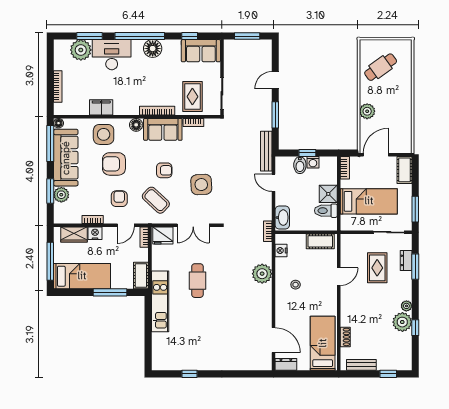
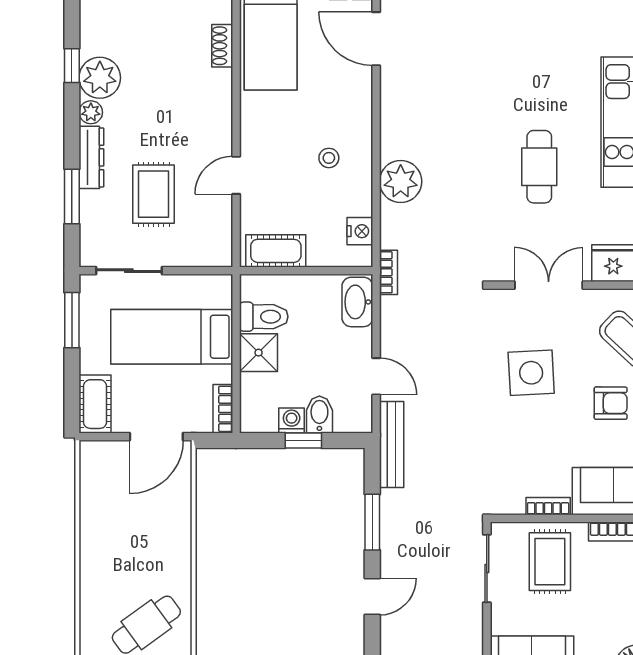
plant: (367, 111) -> (175, 530), removed
armchair: (164, 170) -> (611, 403), turned 180
dresser: (406, 260) -> (91, 157), moved, width x1.44

